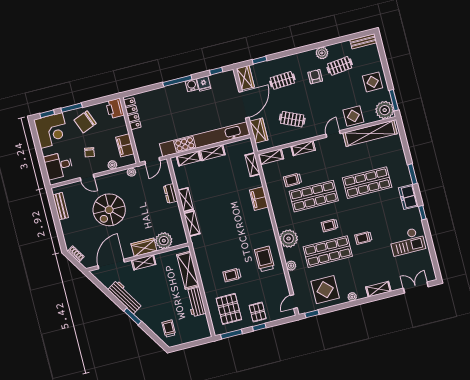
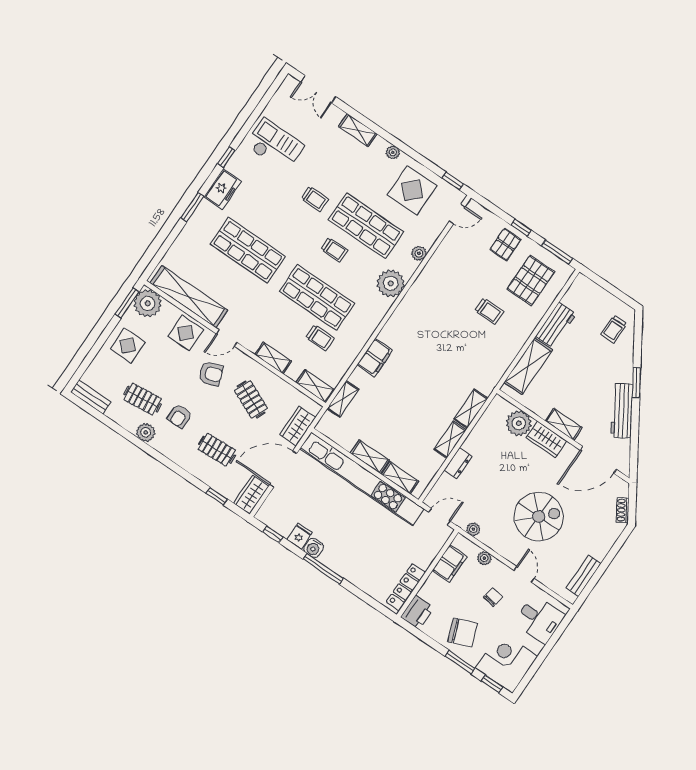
armchair: (323, 111) -> (211, 374), added
trolley: (264, 259) -> (438, 290), removed

